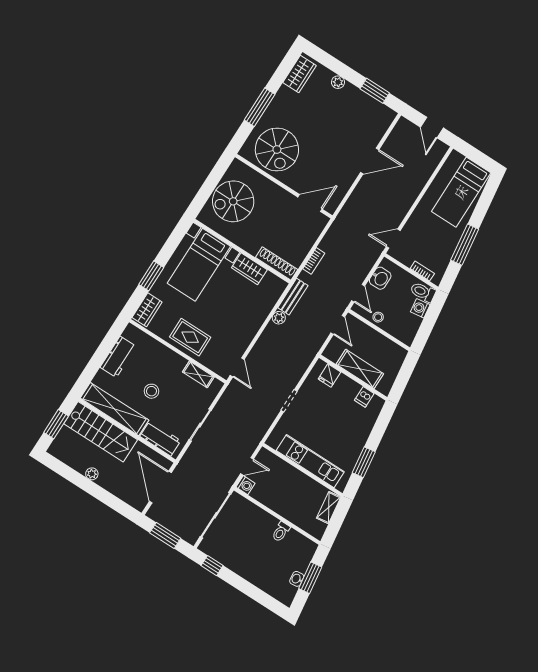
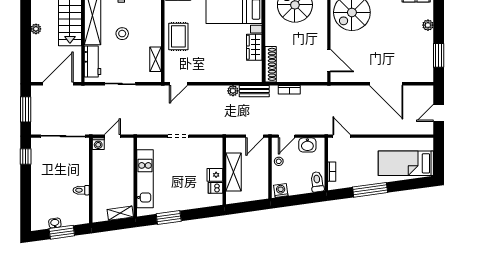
door: (370, 161) -> (386, 84), width x1.36
washing machine: (420, 308) -> (281, 191), moved
fridge: (329, 375) -> (215, 175), moved
door: (247, 466) -> (112, 136), swing flipped

